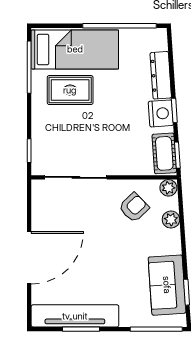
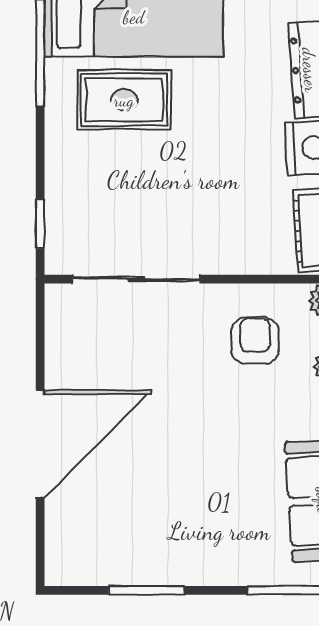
armchair: (134, 207) -> (255, 341), turned -46
tv unit: (75, 316) -> (134, 563), removed

